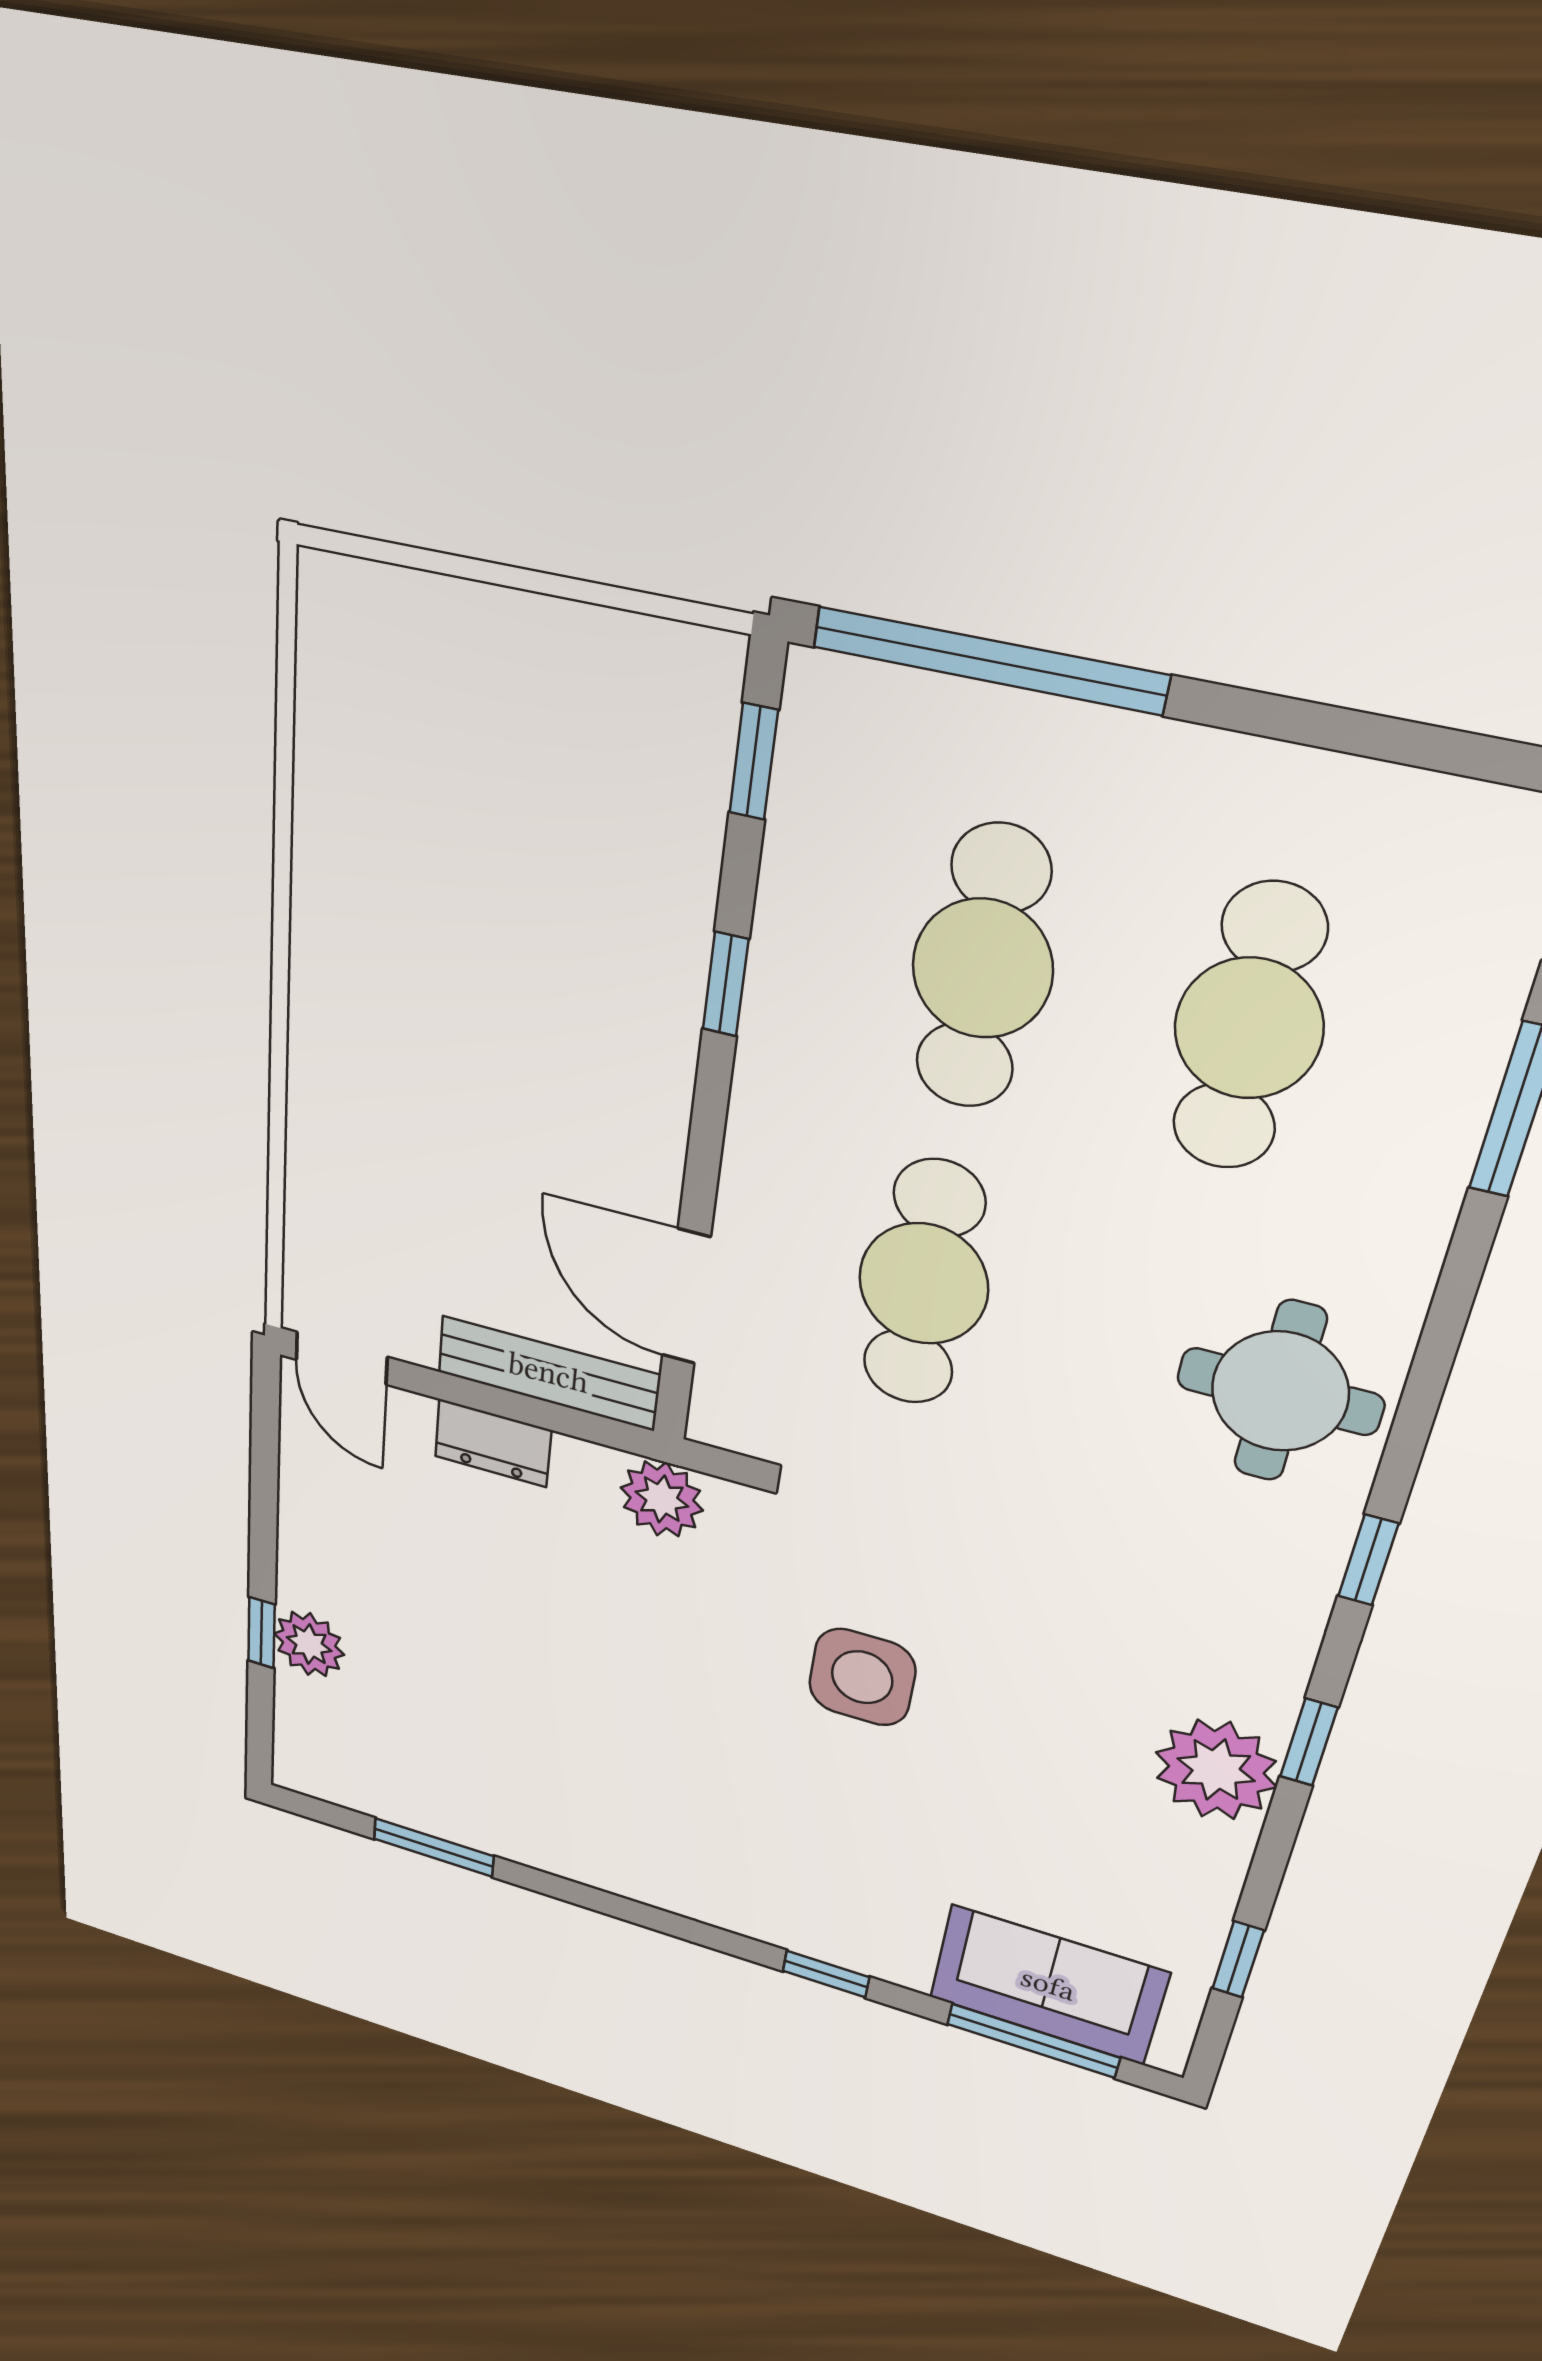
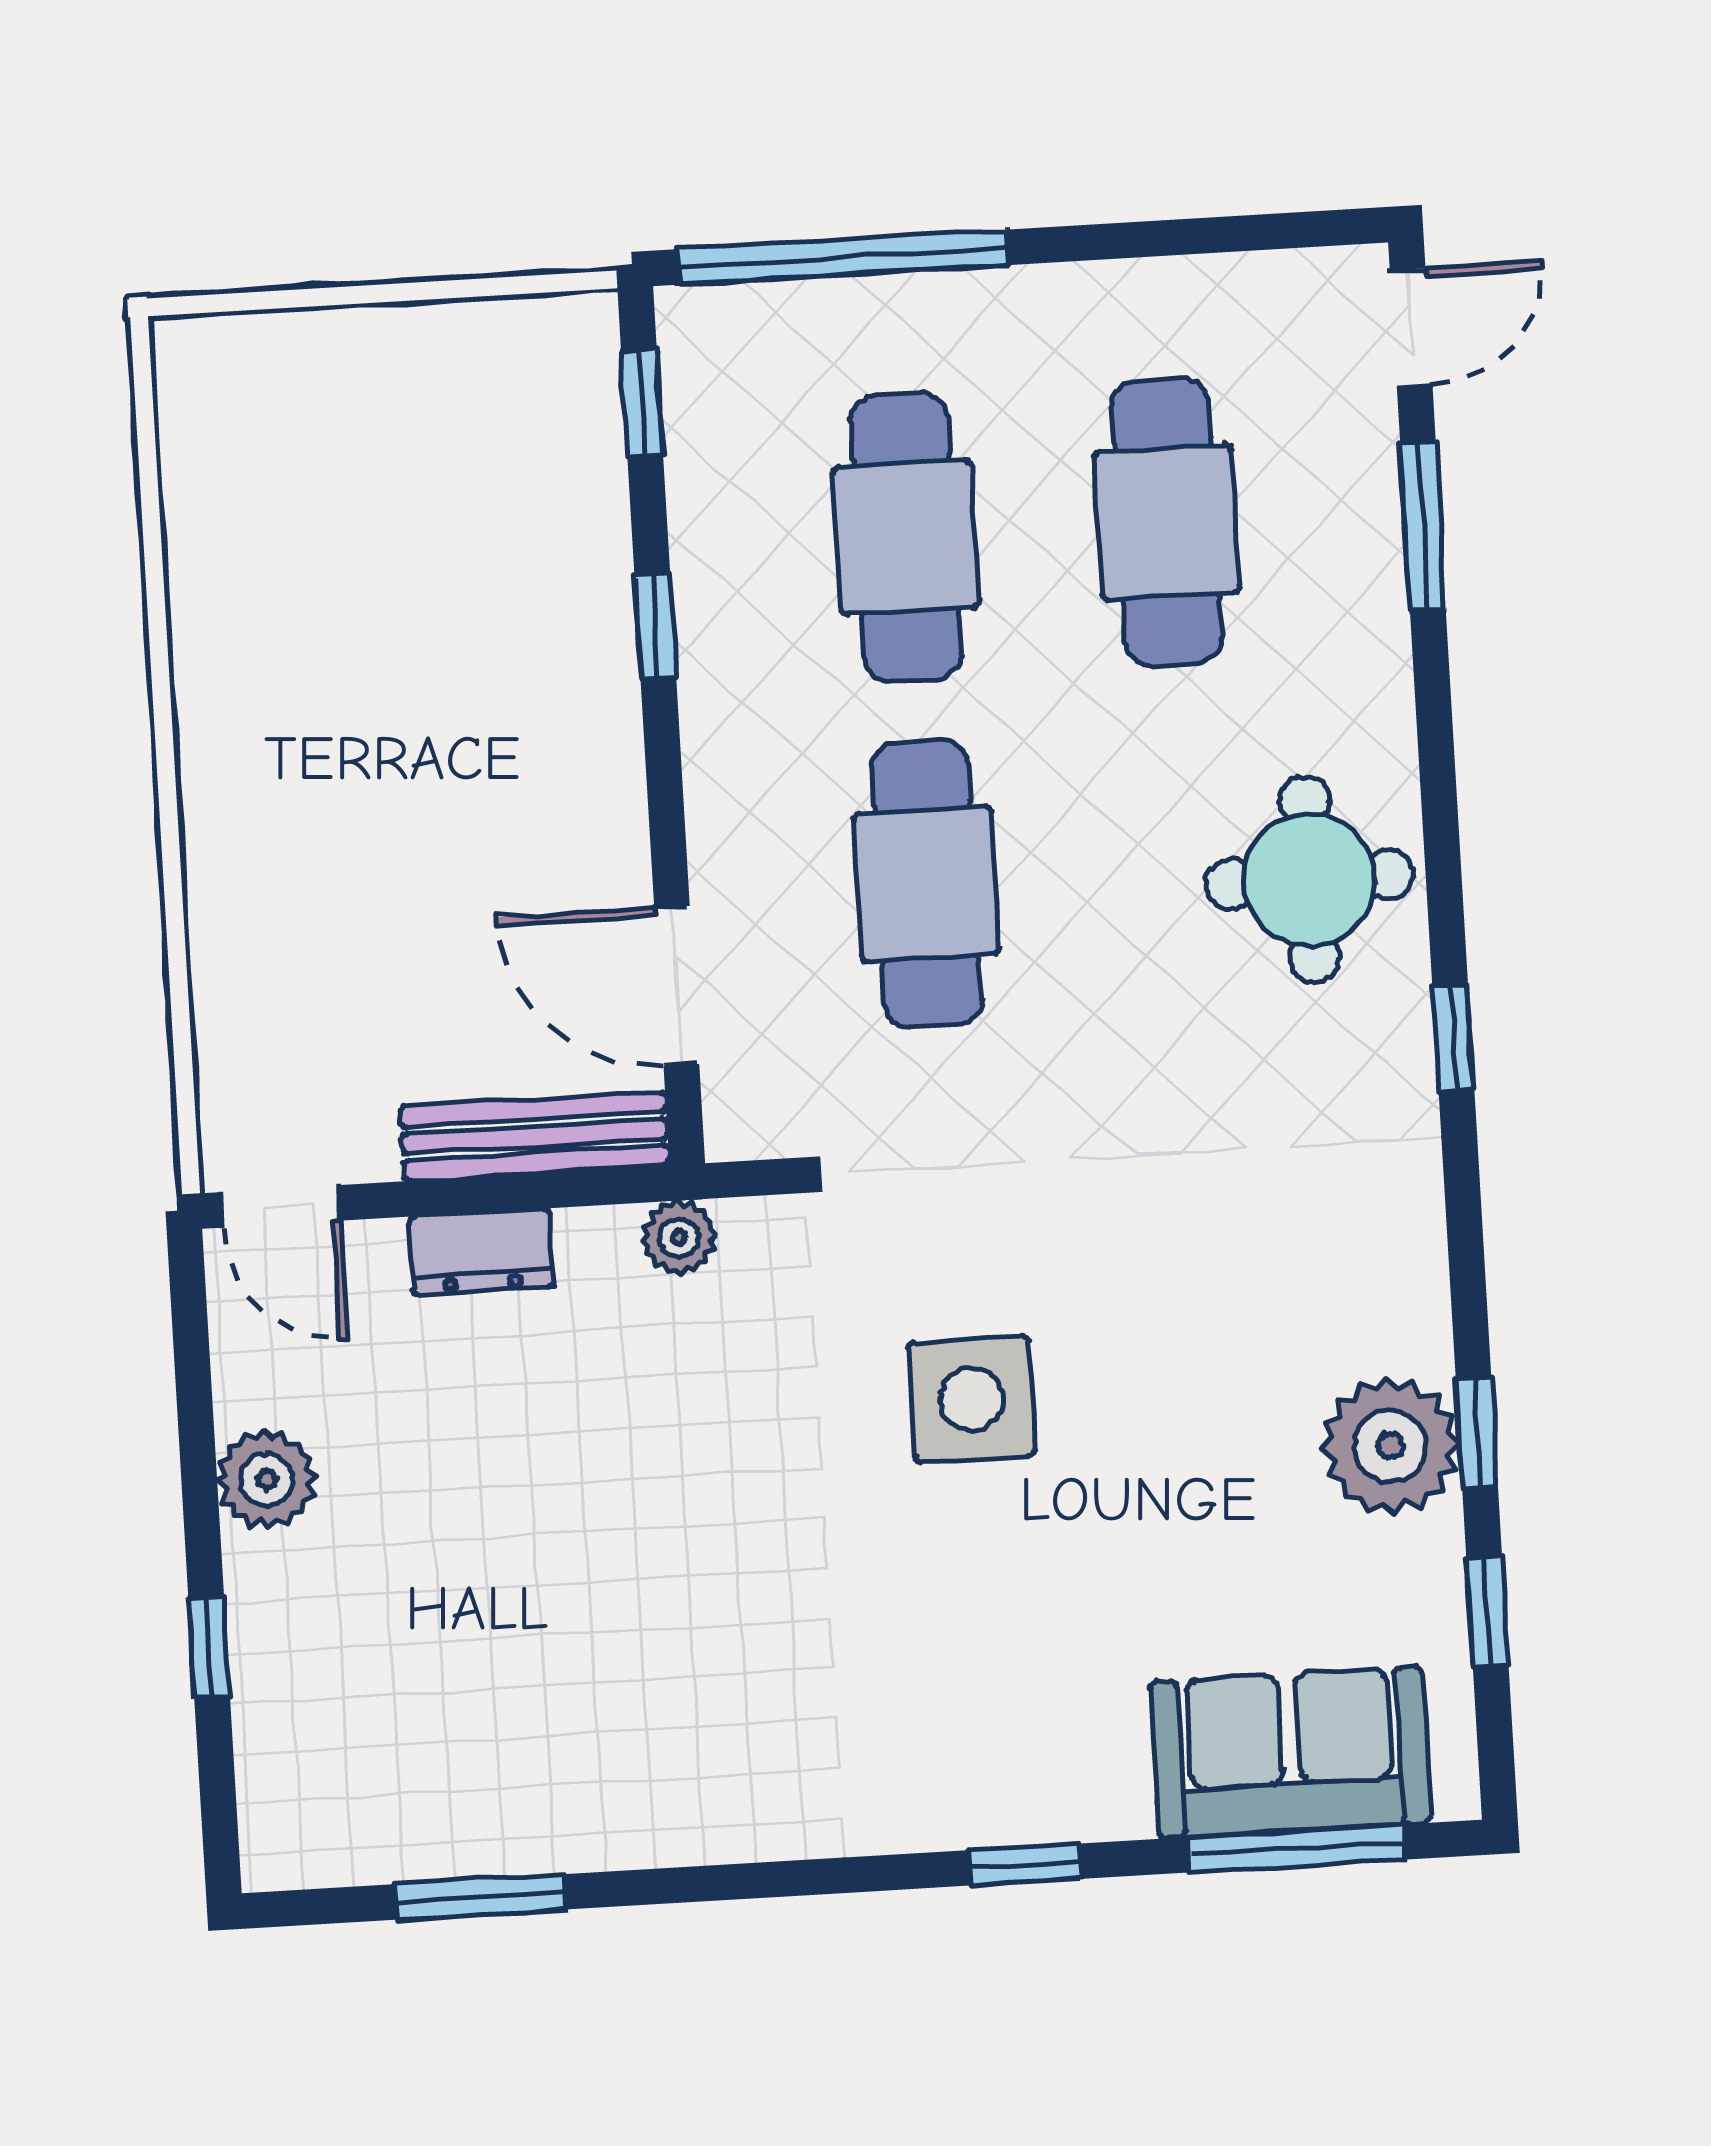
plant: (662, 1499) -> (679, 1238), width x0.73, depth x0.73
plant: (309, 1644) -> (267, 1480), moved
window: (1309, 1742) -> (1477, 1433), moved
plant: (1216, 1770) -> (1390, 1446), moved

